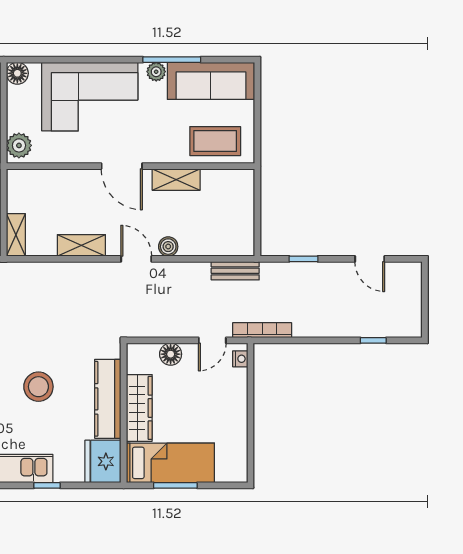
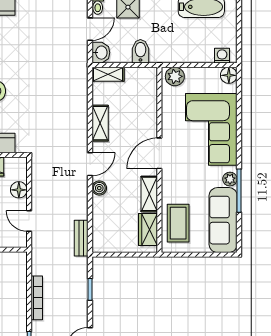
wardrobe: (224, 181) -> (148, 229), added
bookcase: (262, 330) -> (37, 298), moved
nightstand: (240, 359) -> (15, 242), removed

